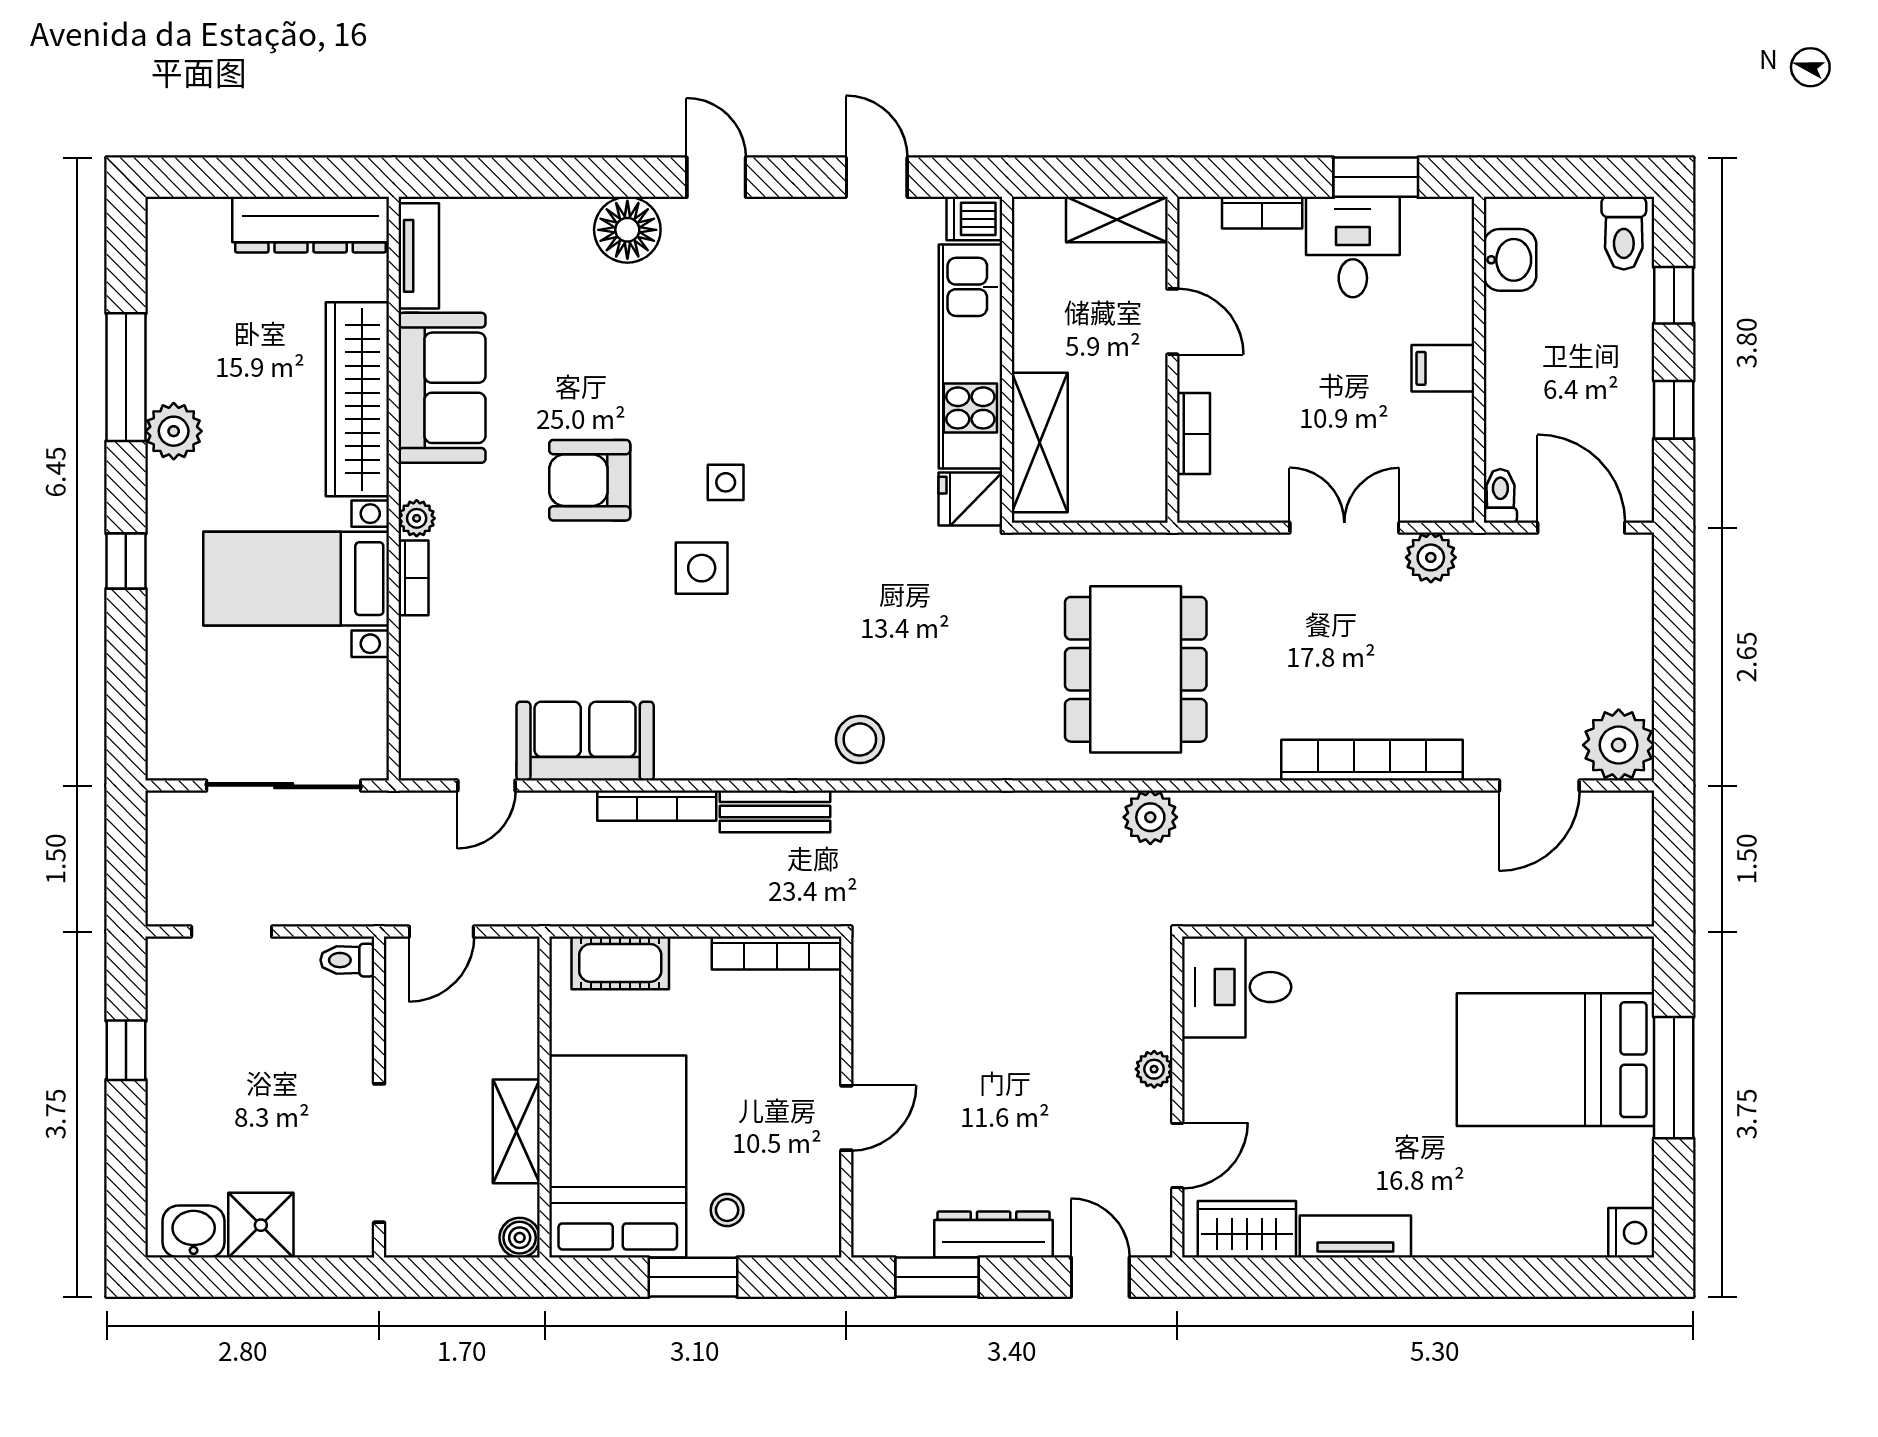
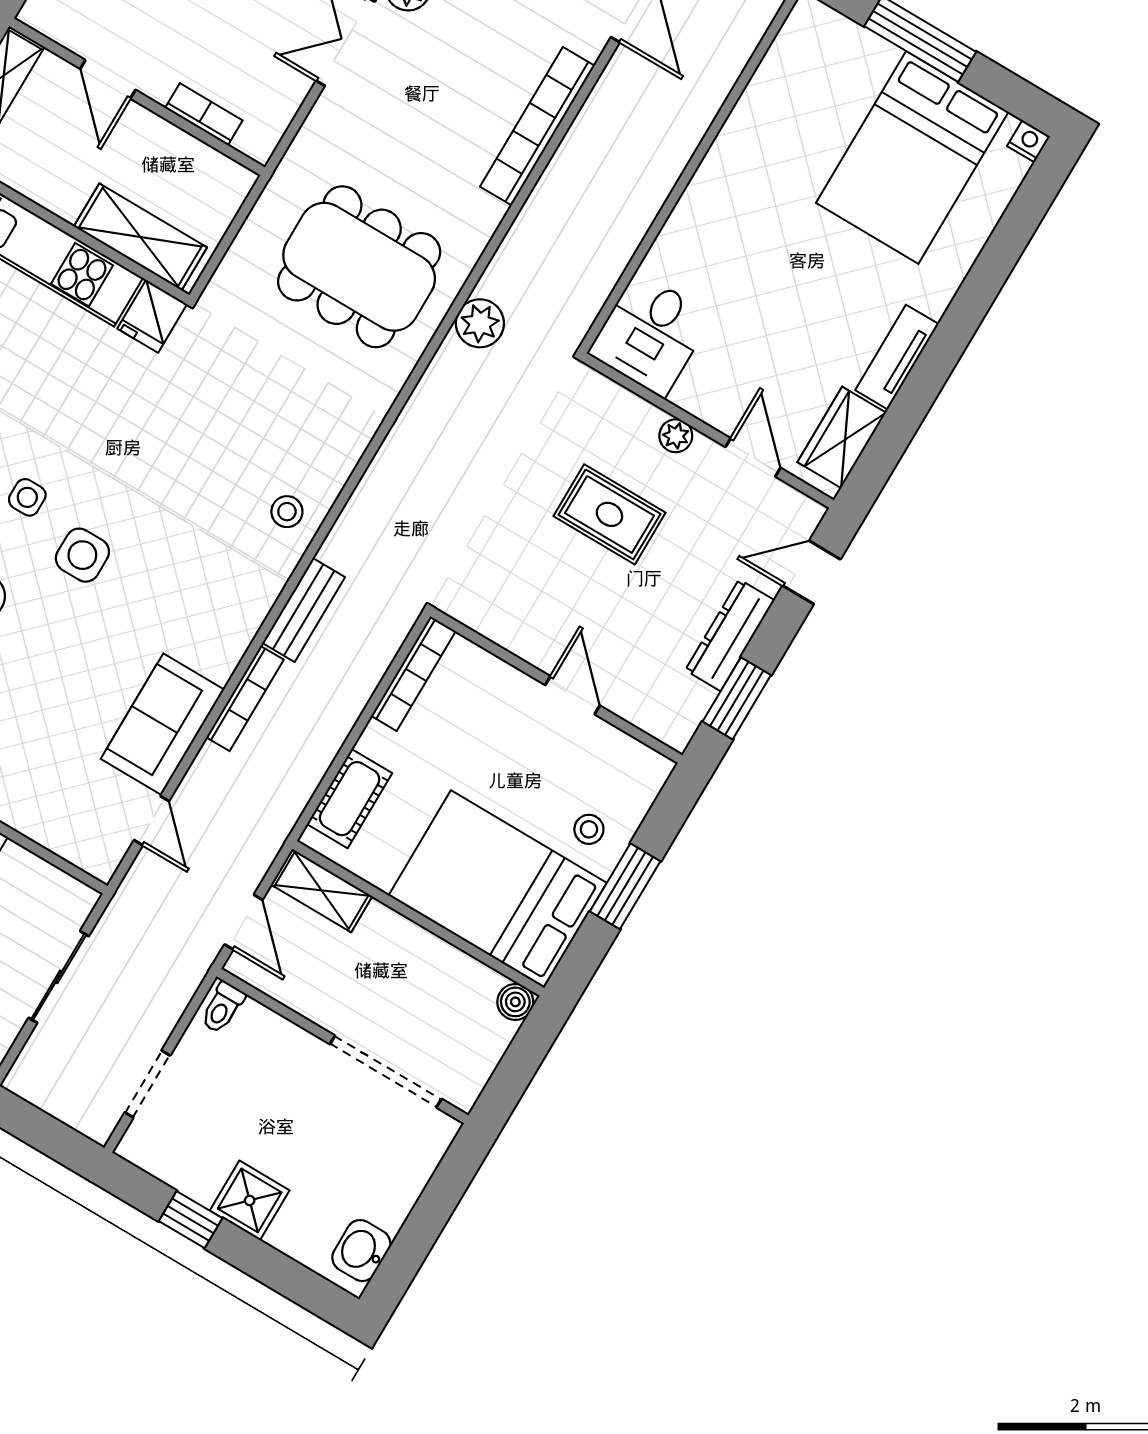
door: (1172, 322) -> (108, 79), swing flipped
stool: (860, 739) -> (287, 512), width x0.73, depth x0.73
sliding door: (284, 786) -> (59, 977), width x0.73
rug: (1041, 1050) -> (609, 514), added
bed: (1556, 1060) -> (912, 157), moved
shelving: (516, 1131) -> (322, 890), moved
shower: (261, 1225) -> (250, 1200), moved
nightstand: (1631, 1233) -> (1029, 141), width x0.72, depth x0.74

